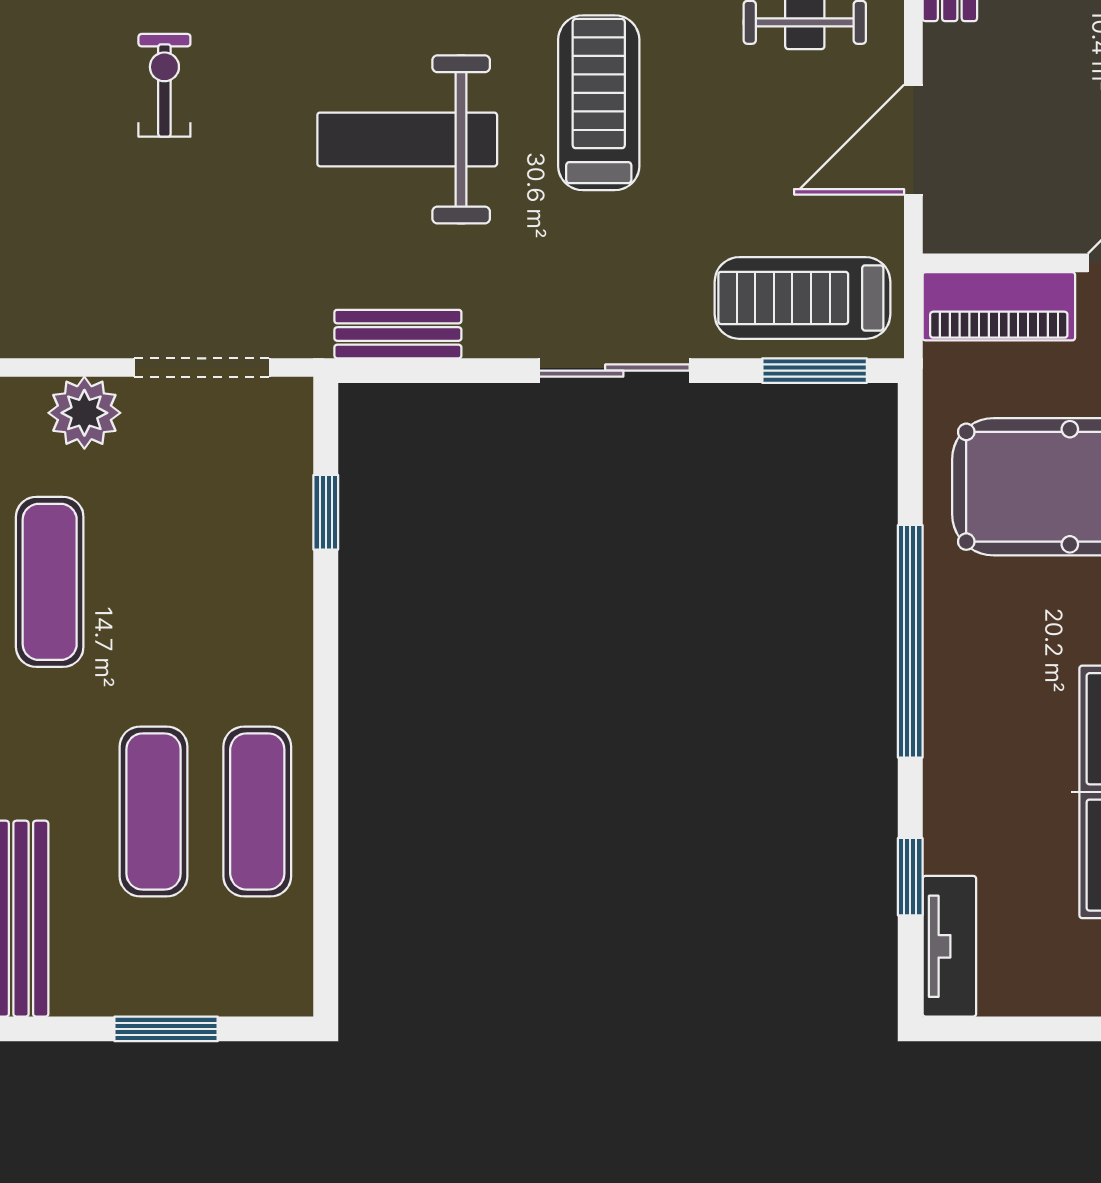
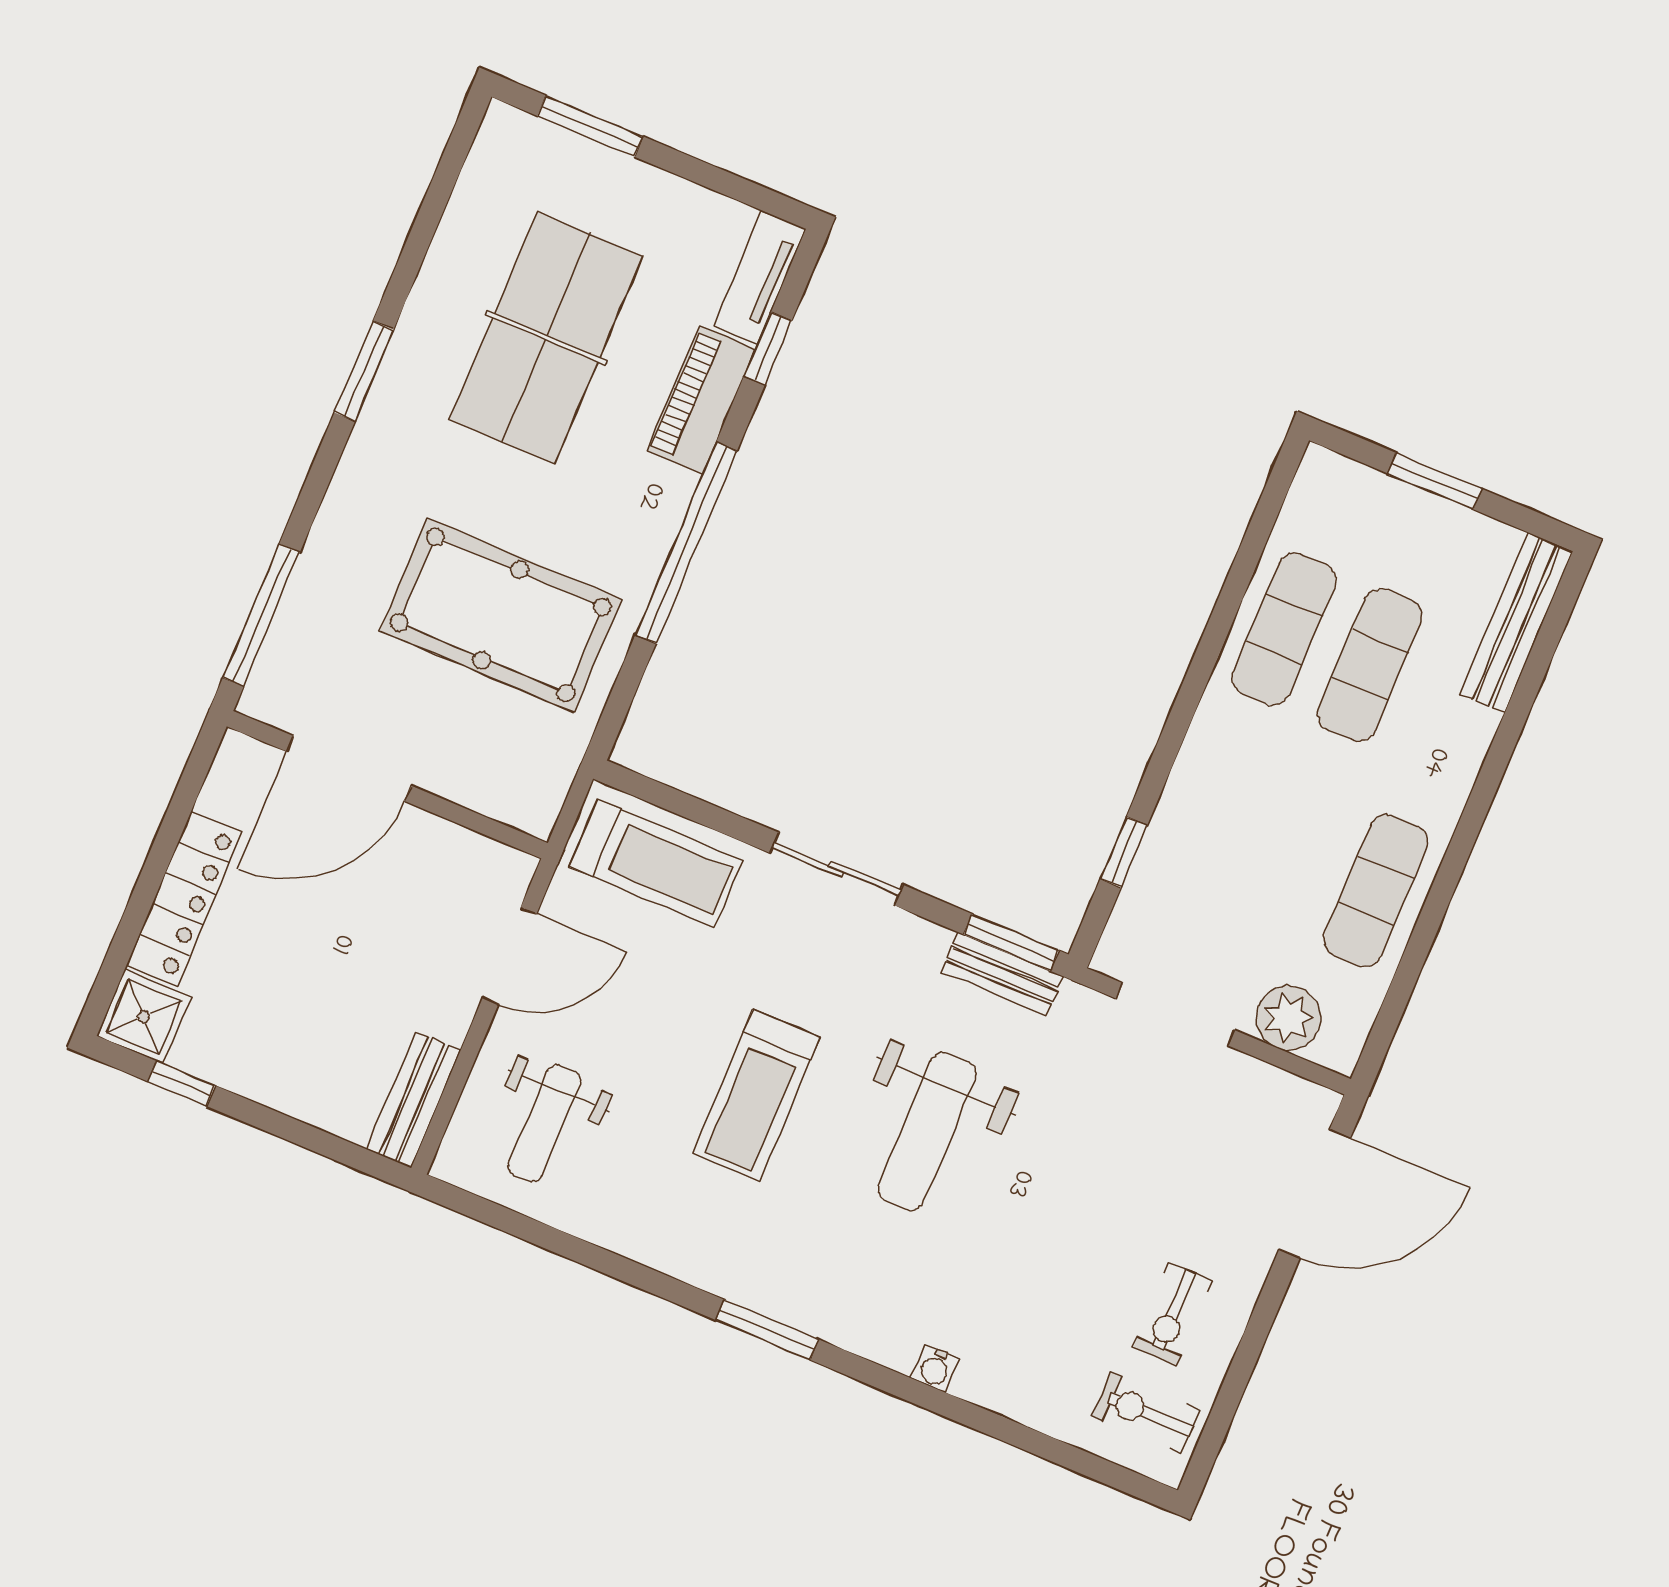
exercise bike: (164, 85) -> (1173, 1314), moved
weight bench: (407, 139) -> (927, 1132), turned 90
piano: (999, 306) -> (701, 400), moved, turned -90
window: (815, 371) -> (1011, 942), moved

